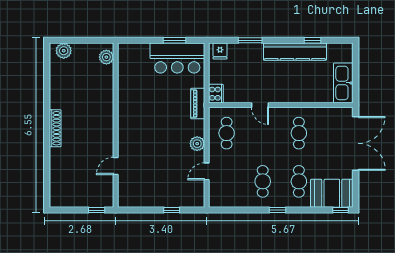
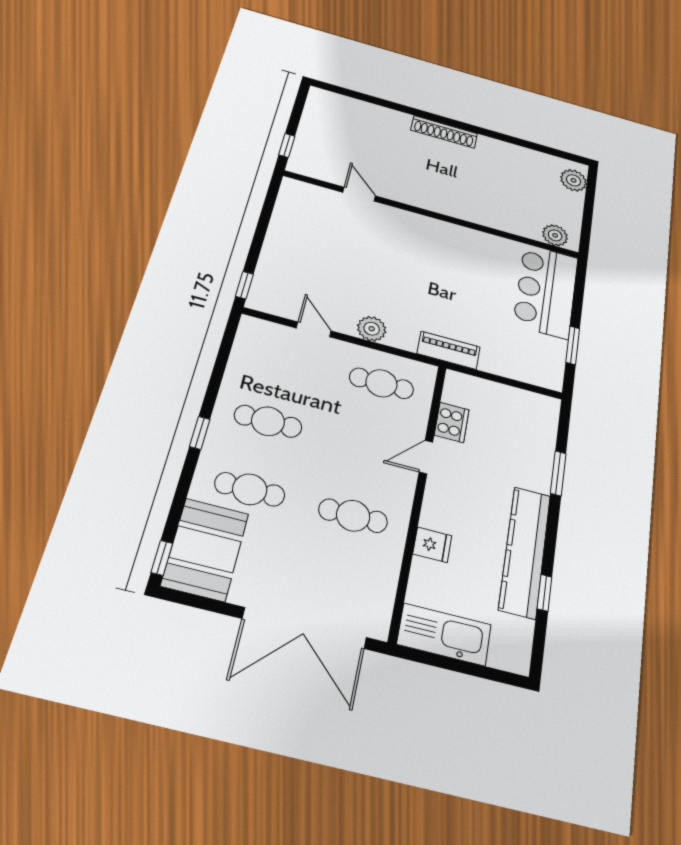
fridge: (220, 51) -> (432, 545), moved, turned 180
bar counter: (177, 58) -> (546, 291), moved
cooker: (216, 94) -> (452, 422), moved, turned -90
window: (172, 210) -> (244, 285), moved

